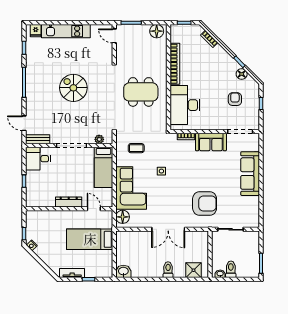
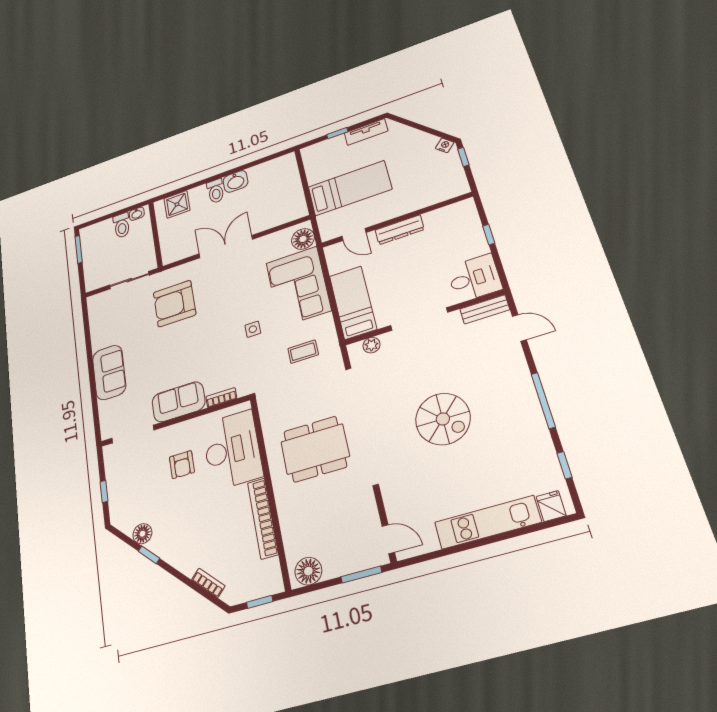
armchair: (235, 99) -> (182, 465), moved
sofa: (250, 174) -> (109, 372), width x0.73
washbasin: (123, 271) -> (236, 181), moved

